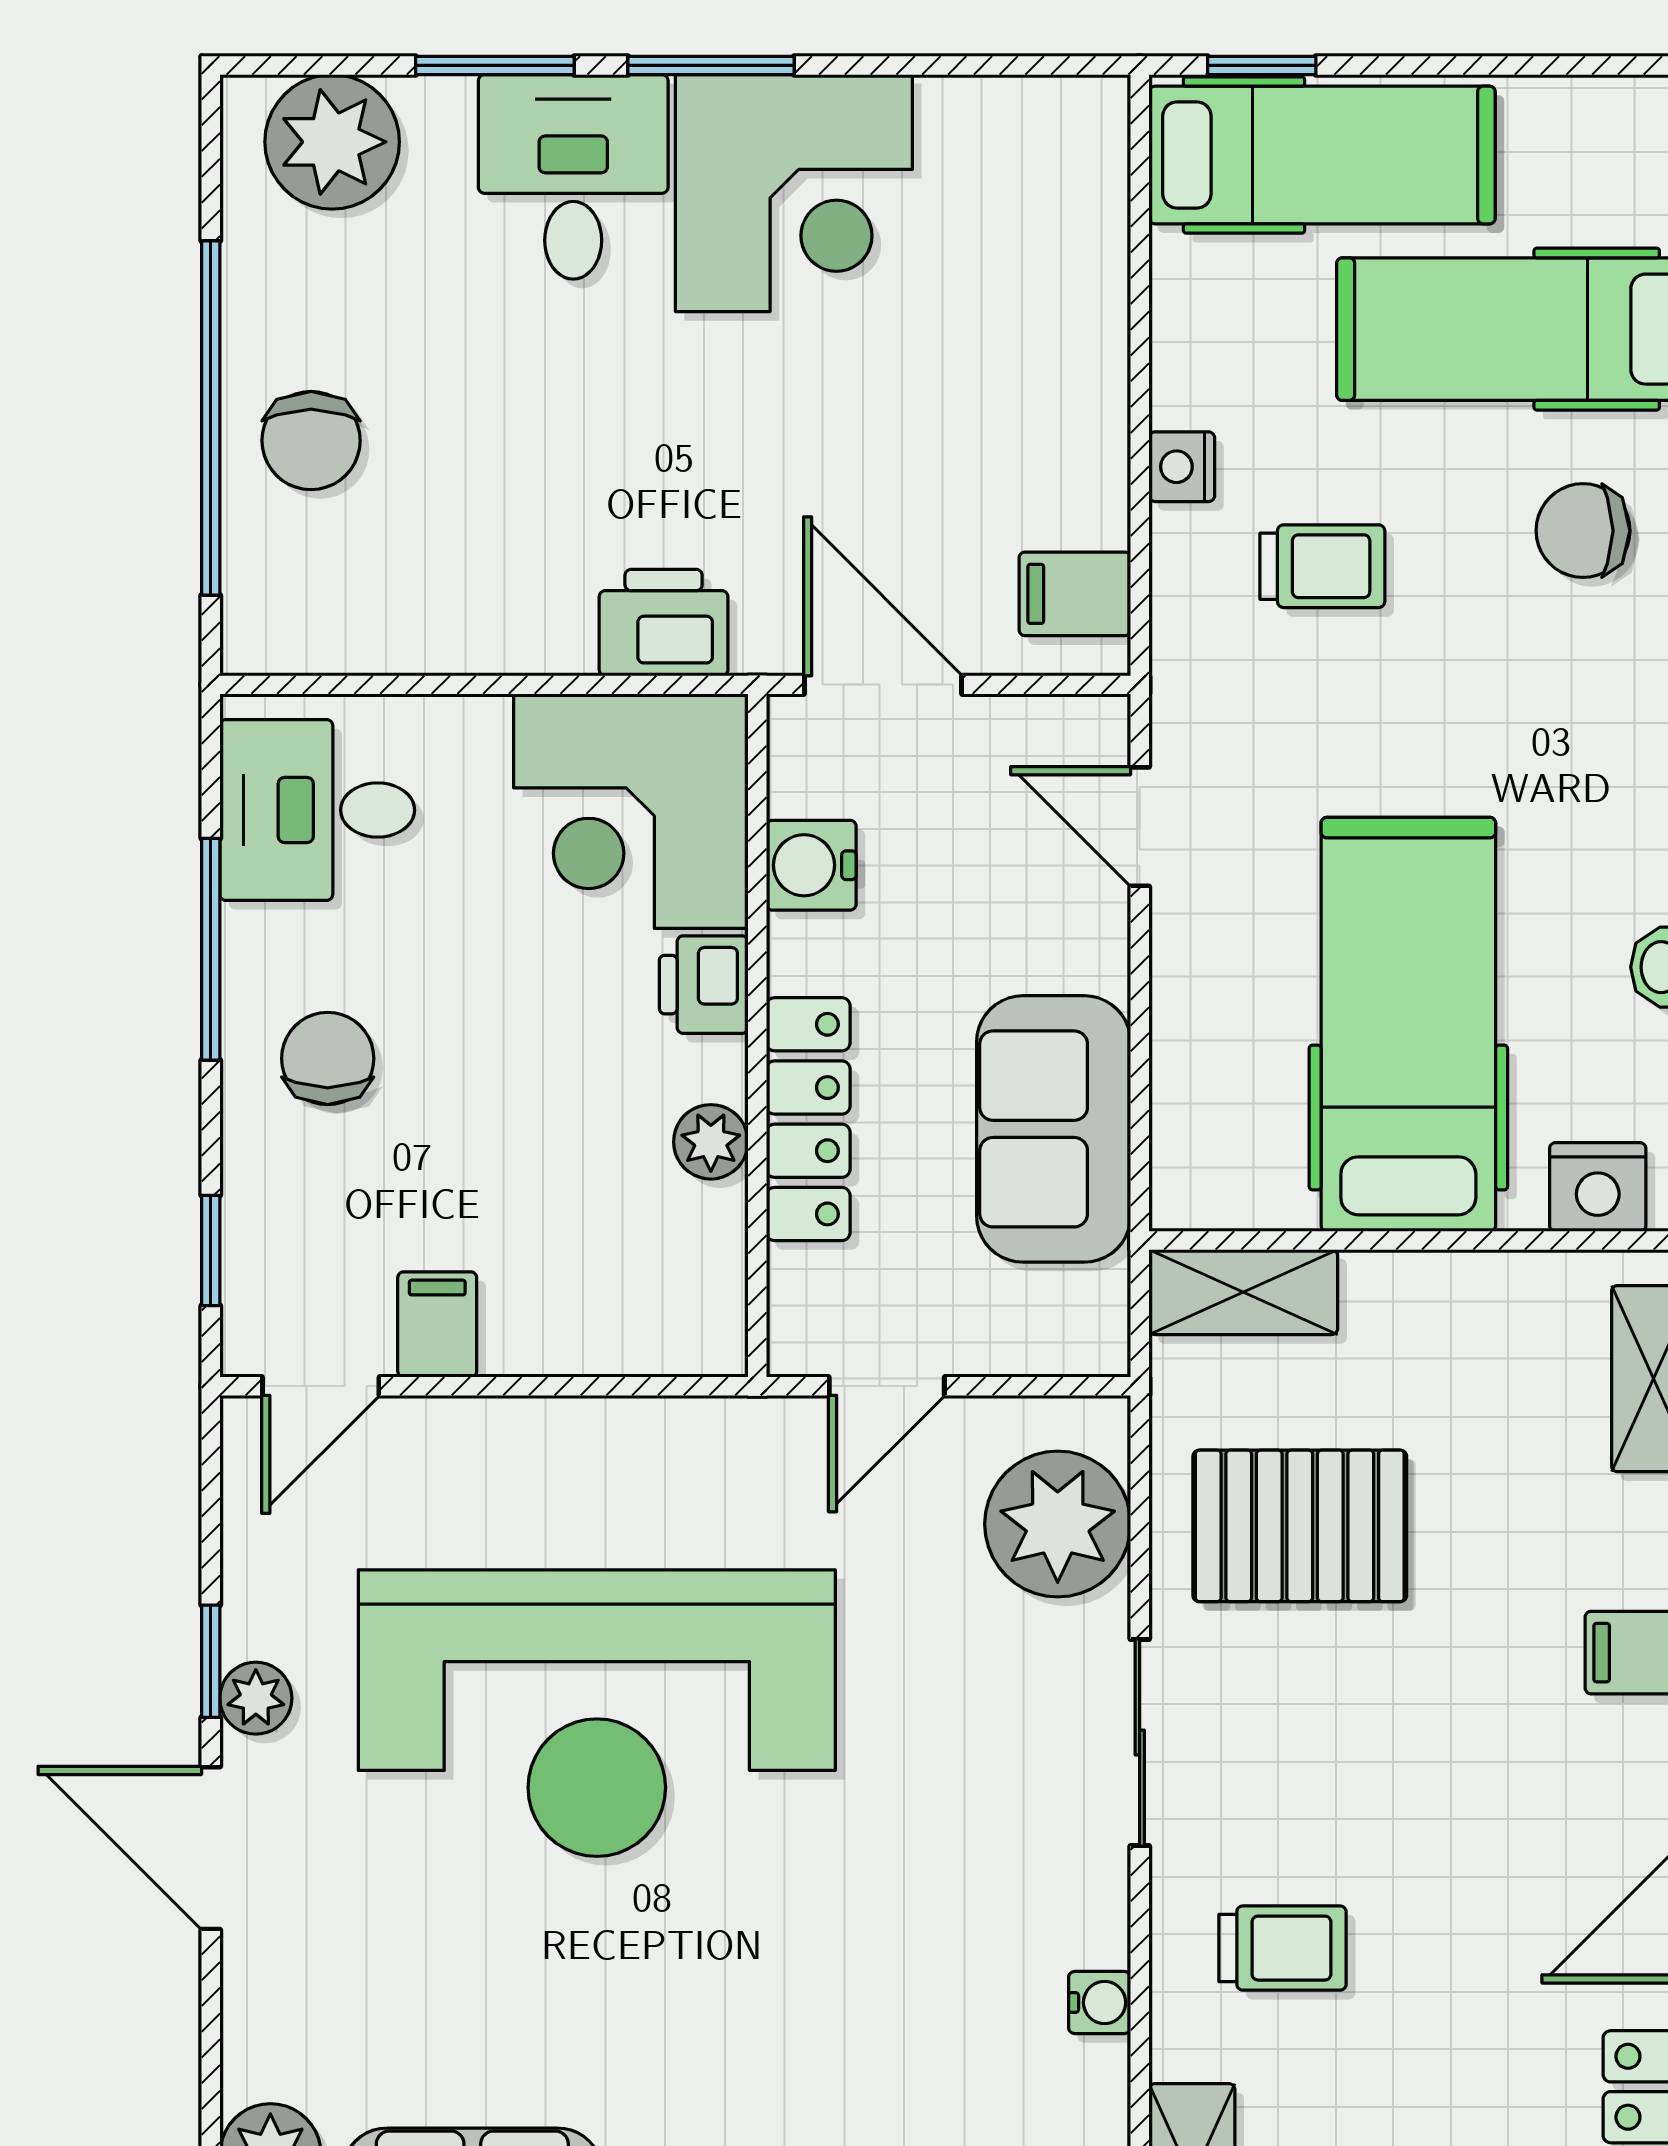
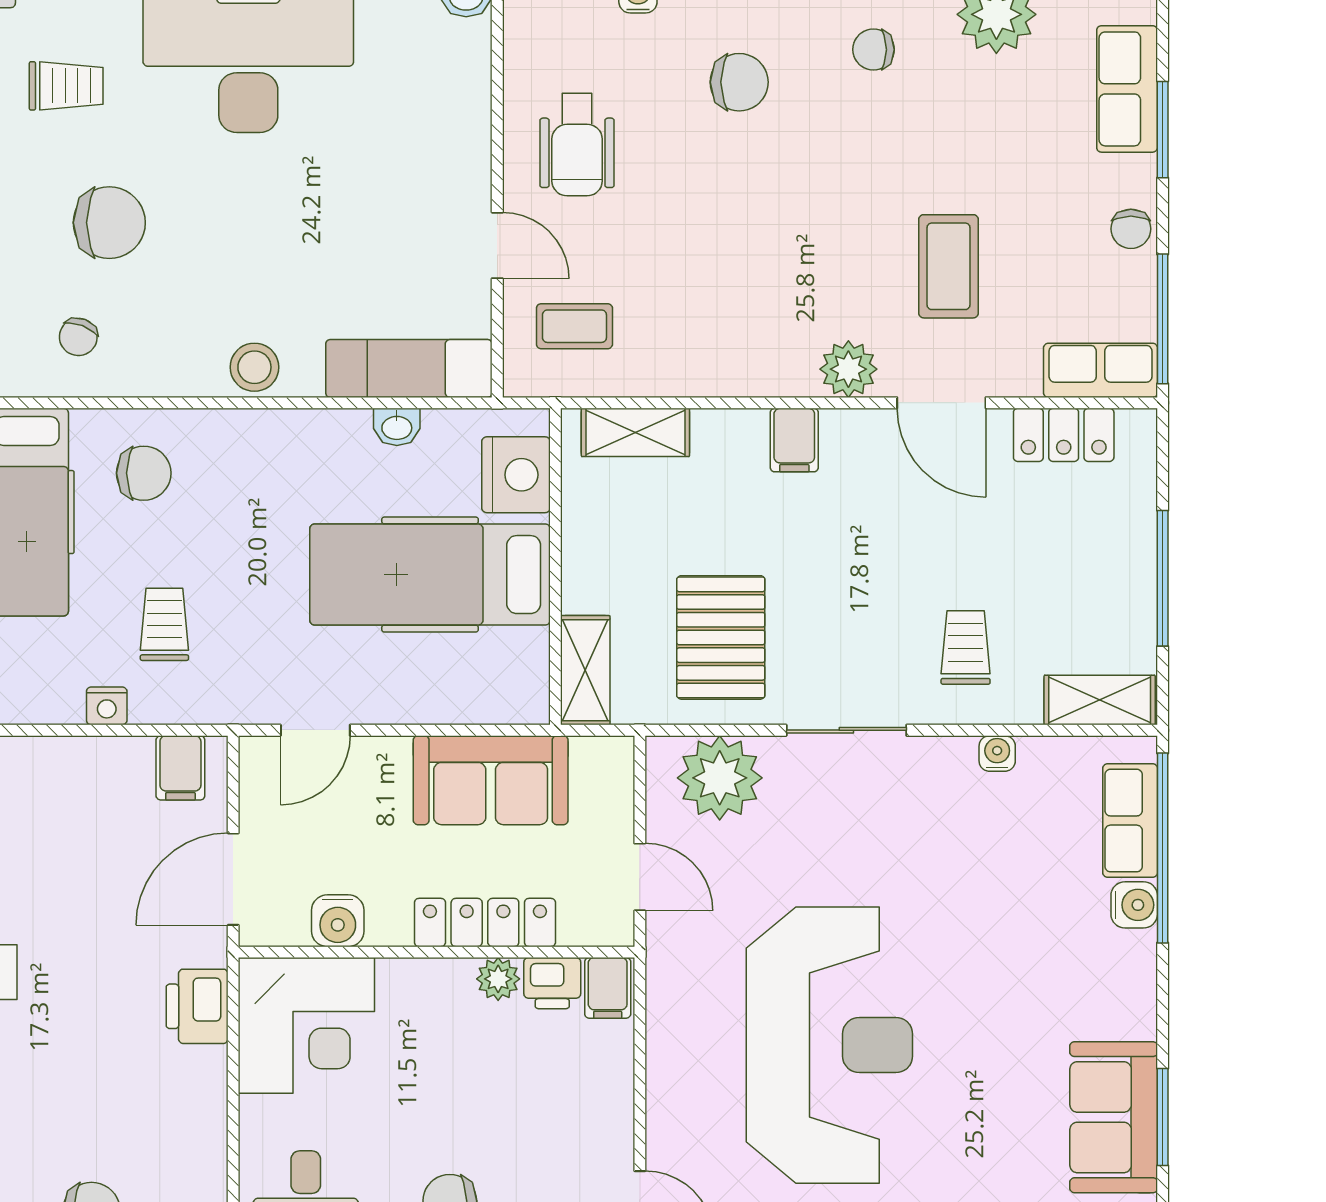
chair: (1583, 531) -> (144, 473), turned -90
printer: (704, 985) -> (552, 983), moved
nightstand: (1598, 1187) -> (516, 475), width x1.36, depth x1.33
filing cabinet: (437, 1324) -> (608, 988), moved, turned -90

